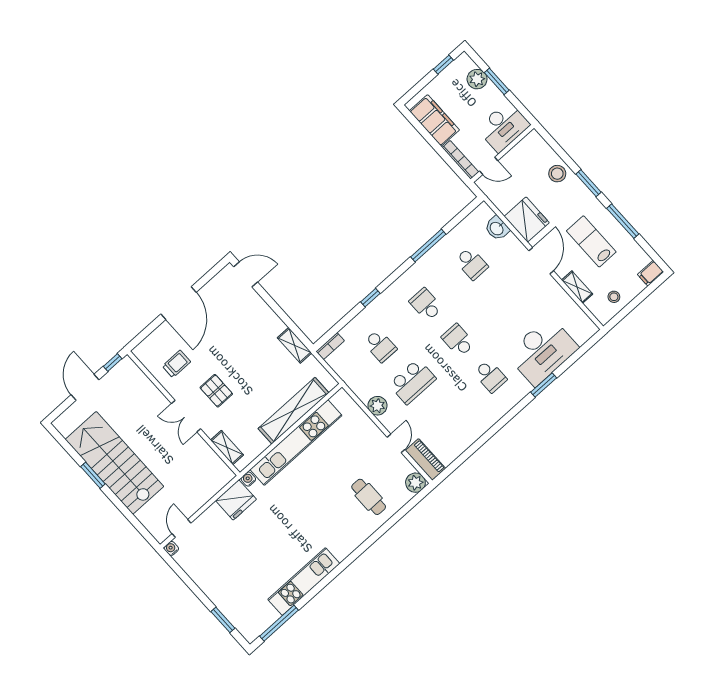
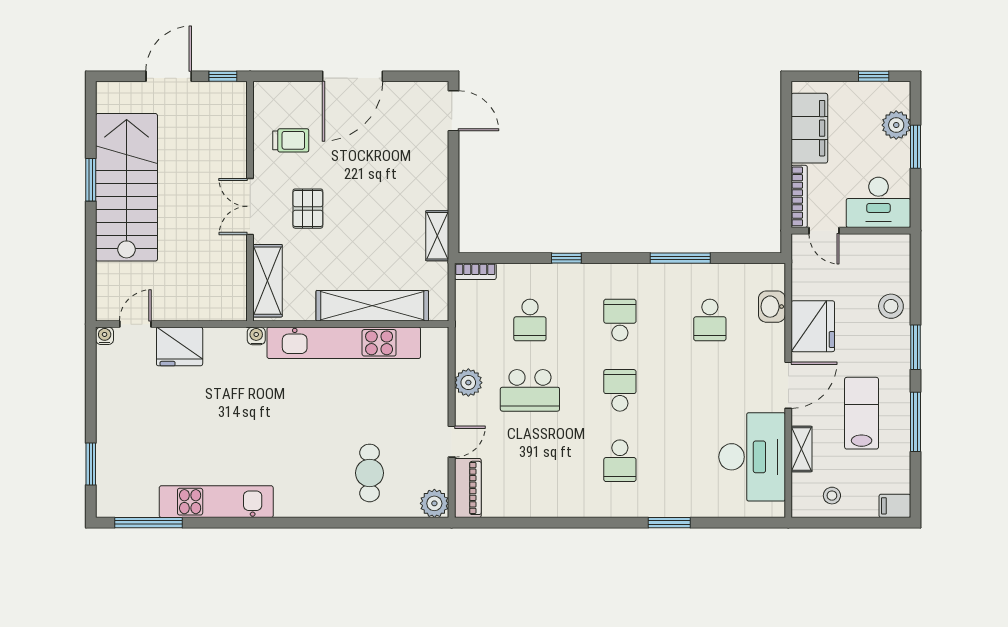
desk: (542, 351) -> (752, 457), moved, turned -90
shelving: (227, 447) -> (268, 281), width x1.50, depth x1.33
fridge: (236, 500) -> (180, 346), moved

